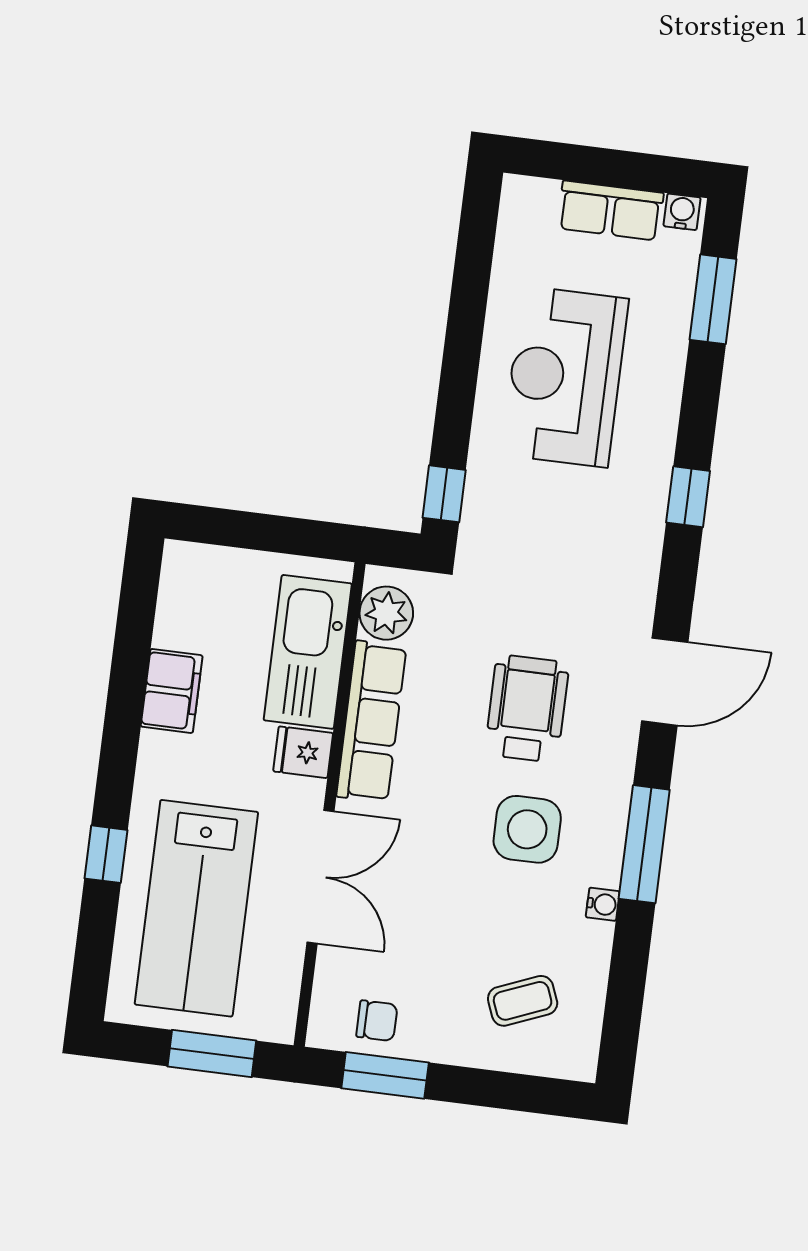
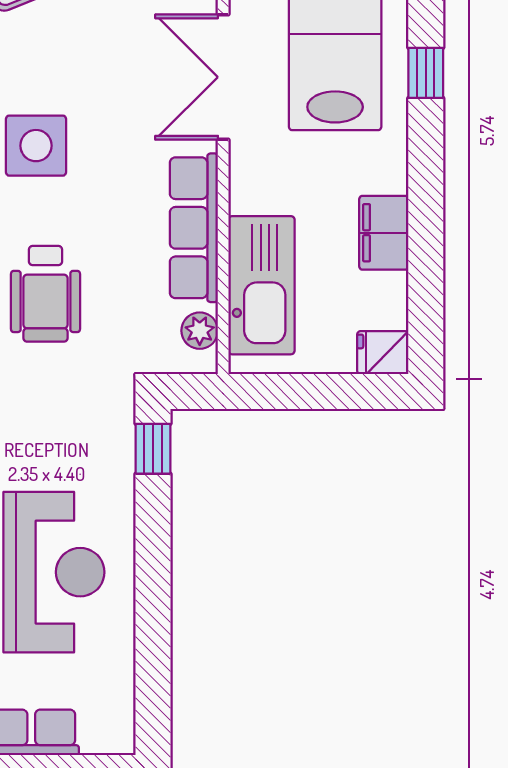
plant: (386, 613) -> (200, 331), width x0.73, depth x0.73
wheelchair: (527, 708) -> (45, 294), moved
fridge: (303, 752) -> (383, 353), moved, turned 180

